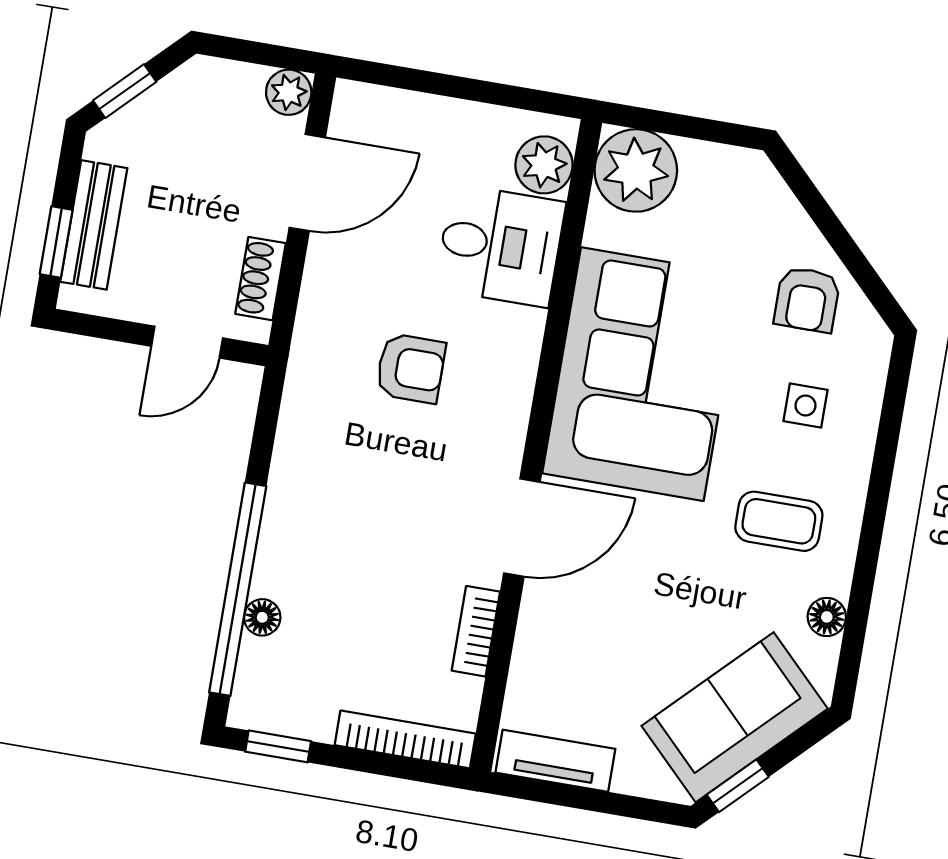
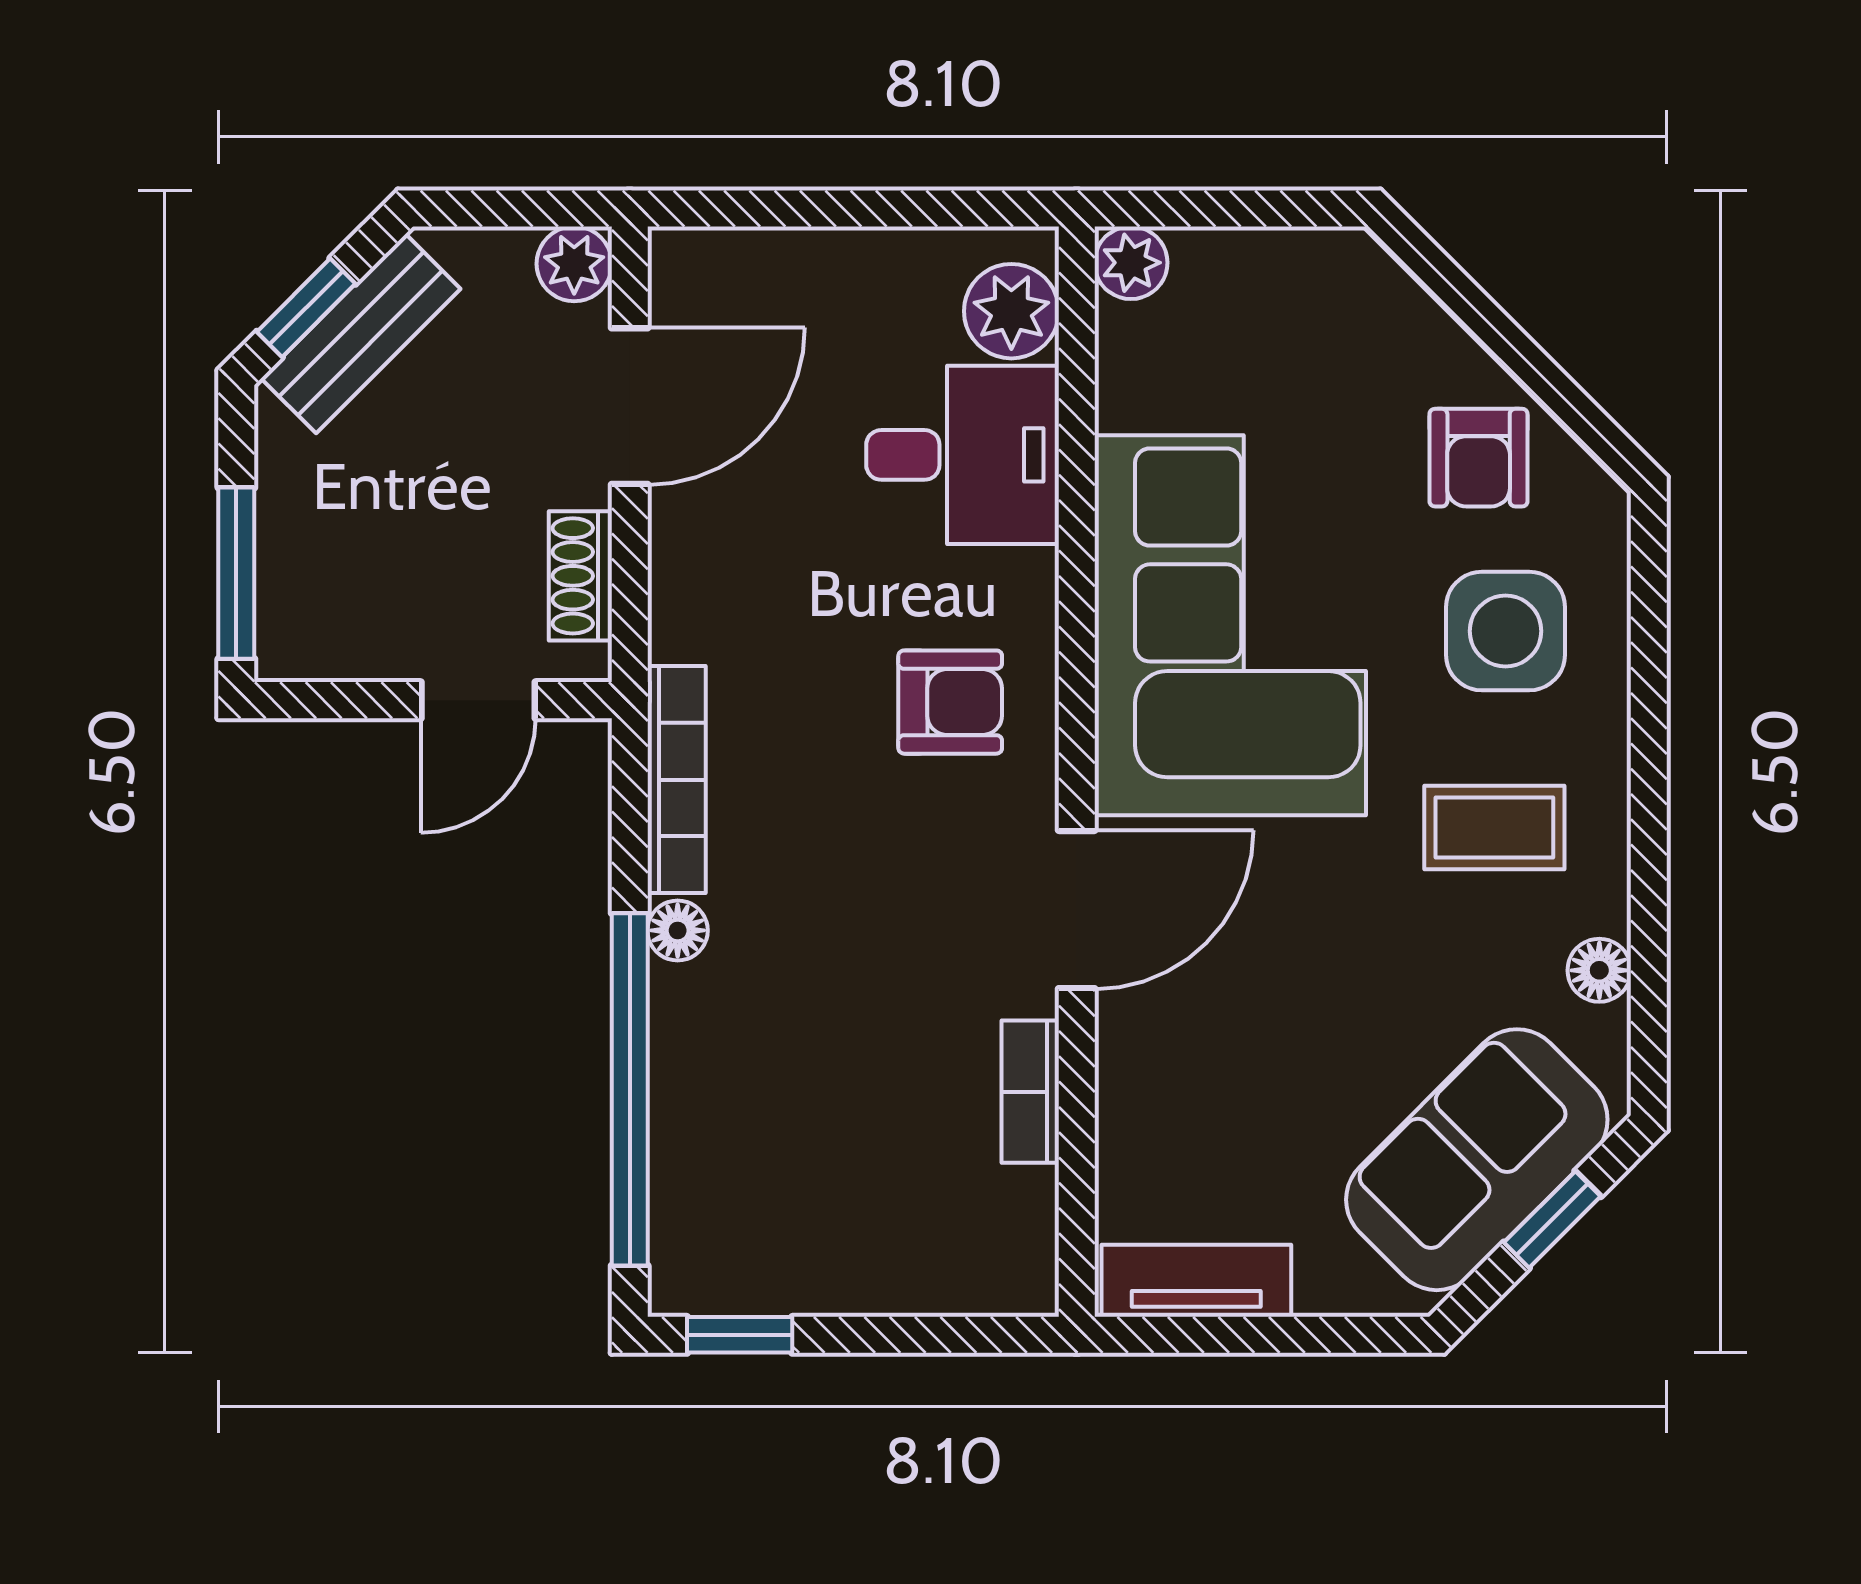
plant: (636, 170) -> (1131, 263), width x0.53, depth x0.53
bench: (94, 225) -> (361, 334), moved, turned 45
window: (56, 242) -> (236, 573), width x1.50
armchair: (411, 368) -> (950, 702), moved
side table: (806, 405) -> (1505, 631), width x1.87, depth x1.87
floor lamp: (262, 617) -> (678, 930), moved
bookcase: (405, 739) -> (677, 780), moved, turned 90
window: (738, 786) -> (1552, 1219), moved

